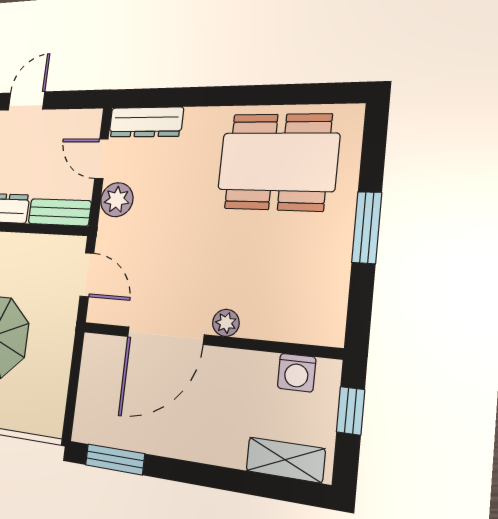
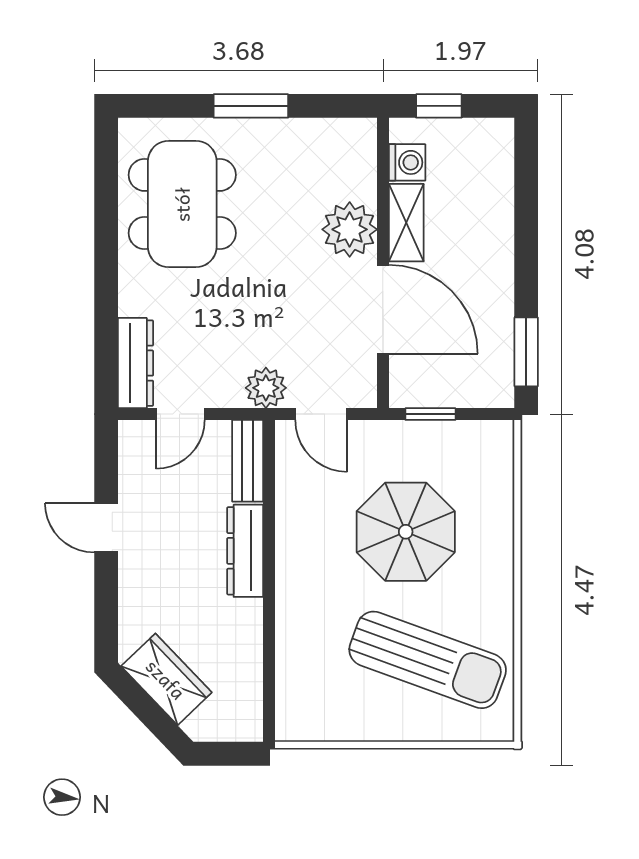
plant: (117, 200) -> (266, 388), moved
door: (87, 275) -> (321, 414), swing flipped
plant: (226, 323) -> (350, 229), width x1.88, depth x1.88
window: (75, 368) -> (430, 414), added
shelving: (285, 460) -> (406, 223), moved

